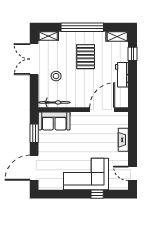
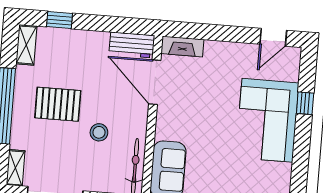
workbench: (122, 75) -> (132, 45), moved
stool: (56, 76) -> (99, 132), moved
fireplace: (123, 140) -> (182, 47), moved

